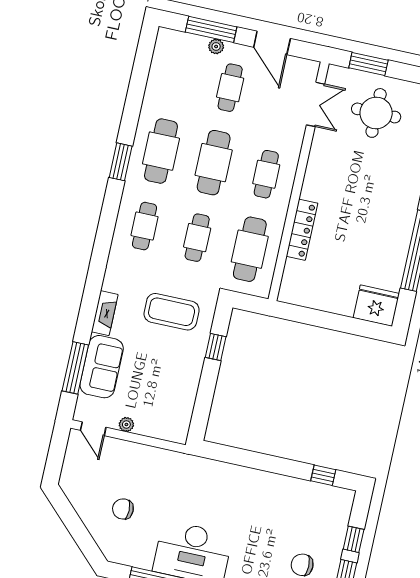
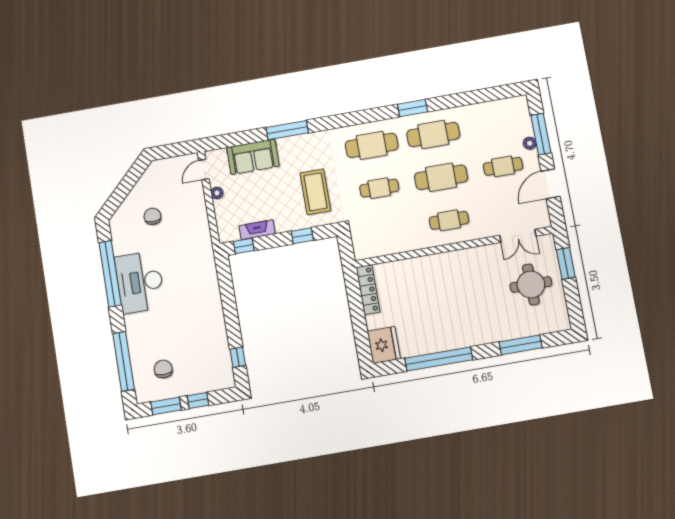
cafe table: (145, 226) -> (372, 145), width x1.37, depth x1.35
locker: (302, 230) -> (368, 290), moved, turned -90
cafe table: (250, 249) -> (387, 231), removed
fireplace: (105, 313) -> (257, 230), moved, turned 180
window: (75, 368) -> (287, 130), moved
window: (200, 418) -> (244, 246), added

